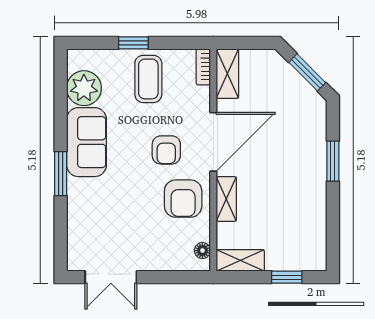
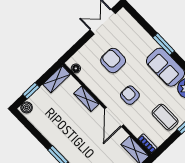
door: (213, 142) -> (114, 117), width x0.73
armchair: (183, 199) -> (113, 61), moved
boiler: (313, 261) -> (27, 107), added

